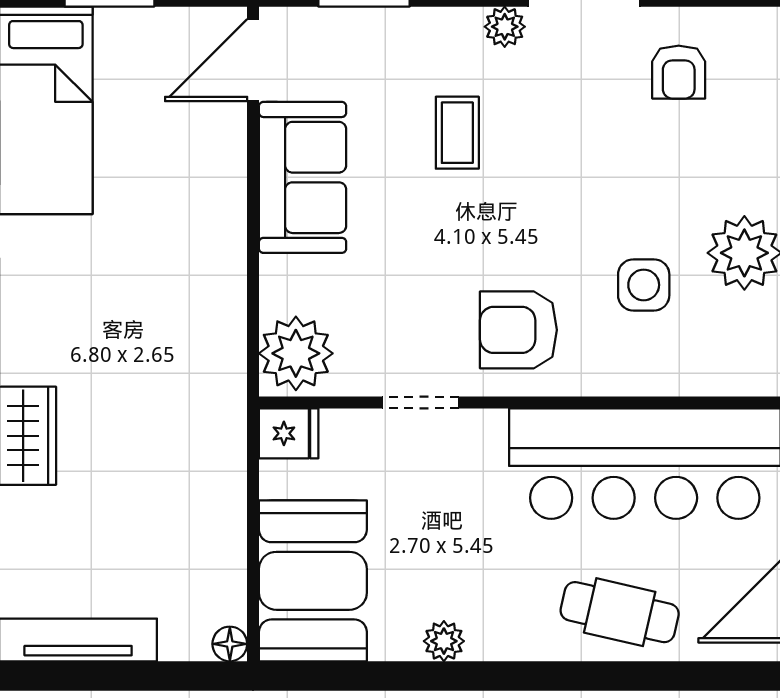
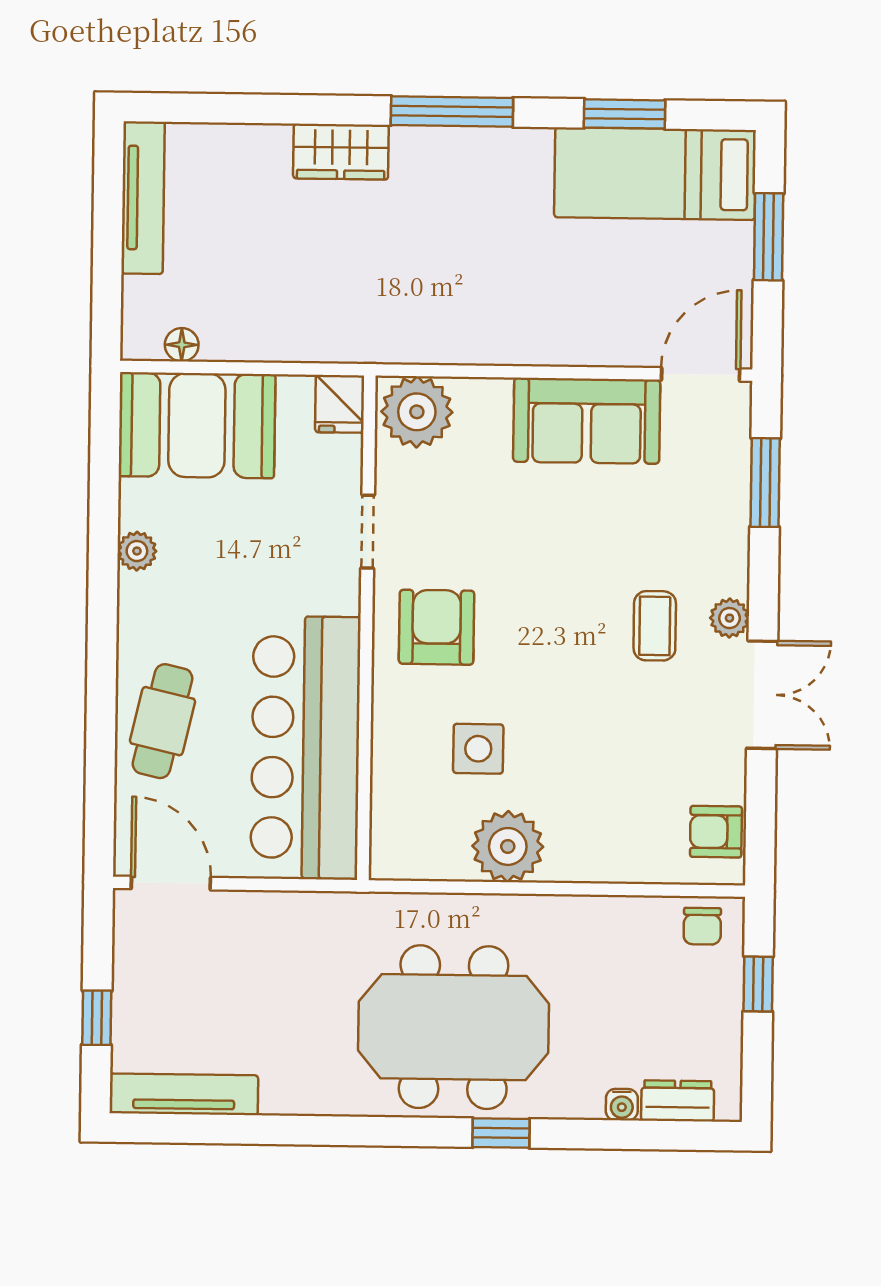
door: (253, 60) -> (701, 374), hinge flipped
armchair: (679, 72) -> (716, 832), moved
coffee table: (457, 133) -> (655, 626), moved, turned 90
floor lamp: (230, 644) -> (182, 345), moved

